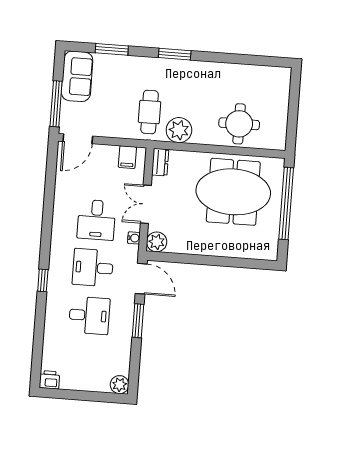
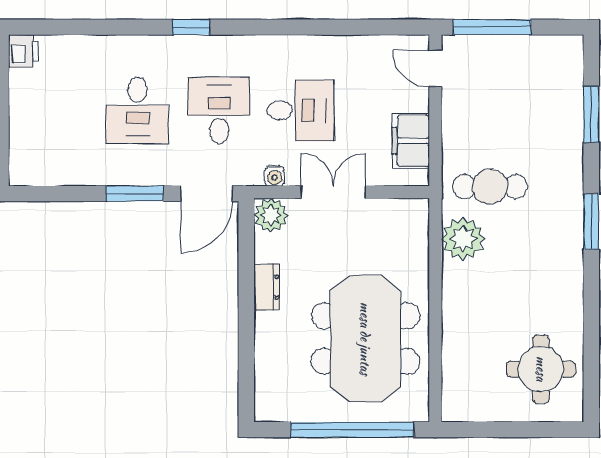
sofa: (77, 76) -> (541, 59), removed
round table: (239, 124) -> (541, 369), moved
door: (78, 139) -> (435, 68), width x0.73
filing cabinet: (127, 157) -> (411, 141), width x2.00
dresser: (160, 162) -> (267, 287), moved, turned -90
desk: (96, 220) -> (301, 110), turned 180
plant: (120, 385) -> (24, 170), removed

